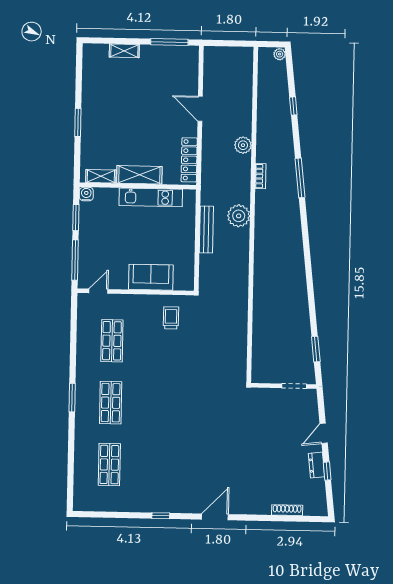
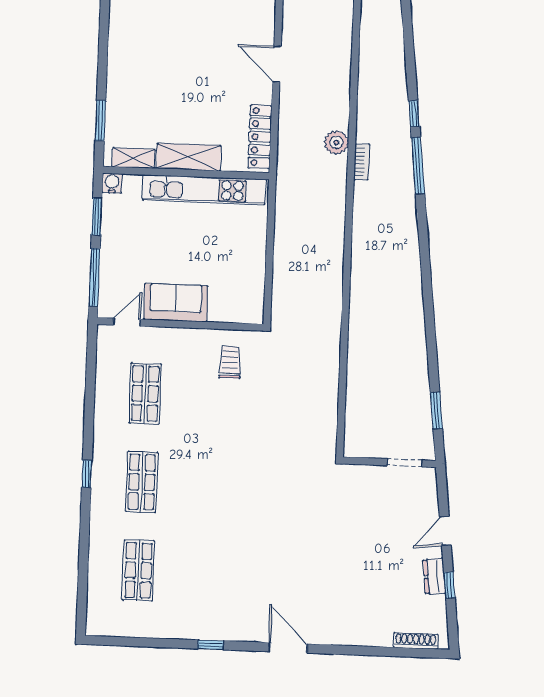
window: (293, 106) -> (414, 114), moved
window: (78, 122) -> (100, 121), moved
plant: (243, 145) -> (336, 142), moved
kitchen unit: (151, 197) -> (204, 190), width x1.36
plant: (239, 216) -> (329, 218), removed
bench: (206, 230) -> (283, 237), removed
sofa: (151, 277) -> (176, 303), moved
window: (72, 398) -> (87, 474), width x0.67
shoe rack: (287, 510) -> (416, 641), moved
door: (215, 517) -> (288, 648), hinge flipped

